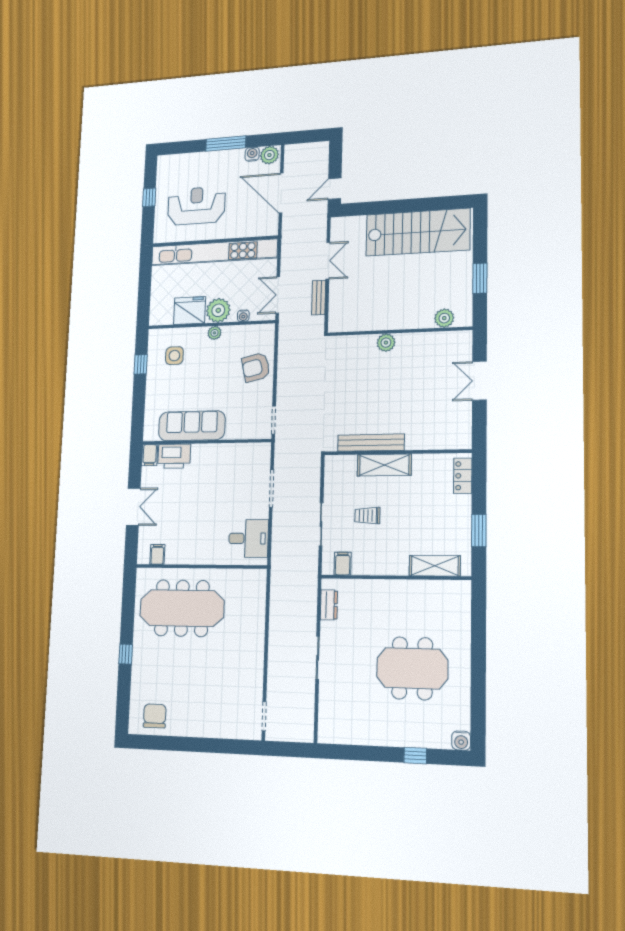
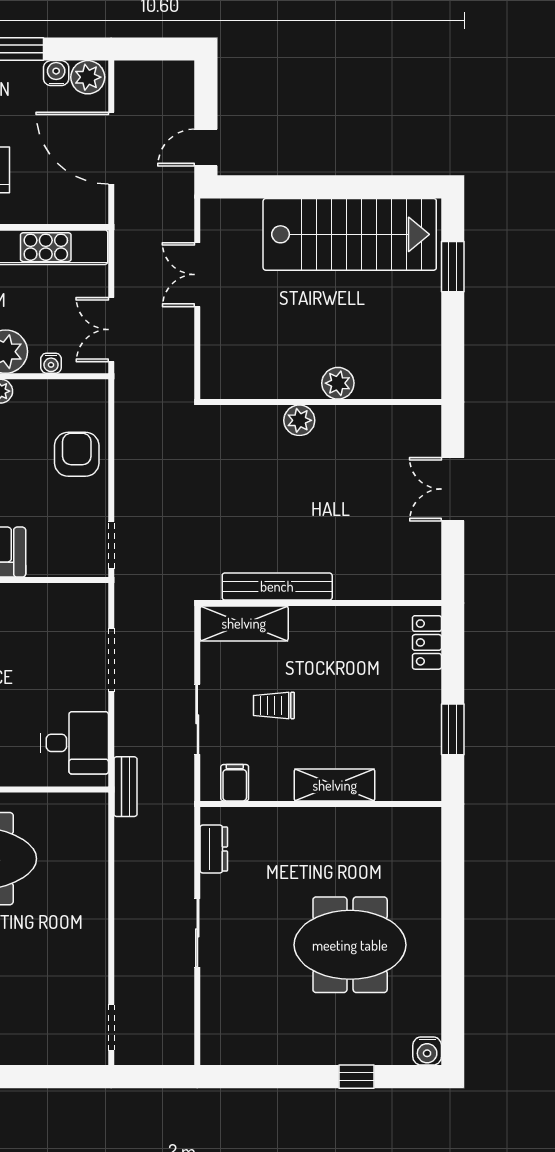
double door: (328, 261) -> (197, 275), swing flipped
window: (480, 278) -> (453, 267), moved
bench: (319, 298) -> (125, 787), moved
plant: (444, 318) -> (338, 383), moved
armchair: (256, 367) -> (77, 454), turned 103
shelving: (384, 465) -> (244, 623), moved
shelving: (435, 566) -> (335, 785), moved

